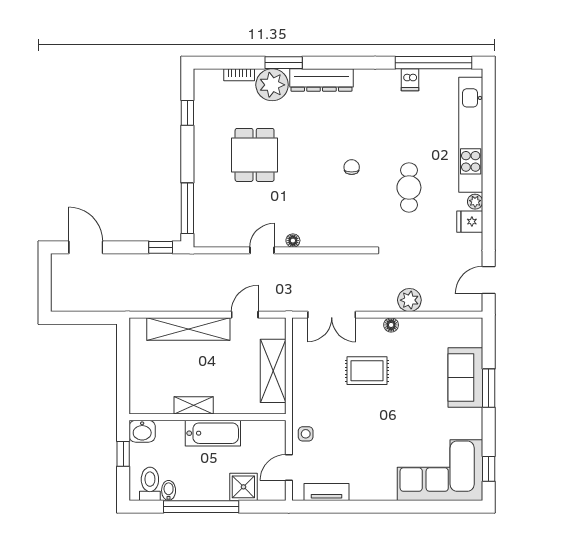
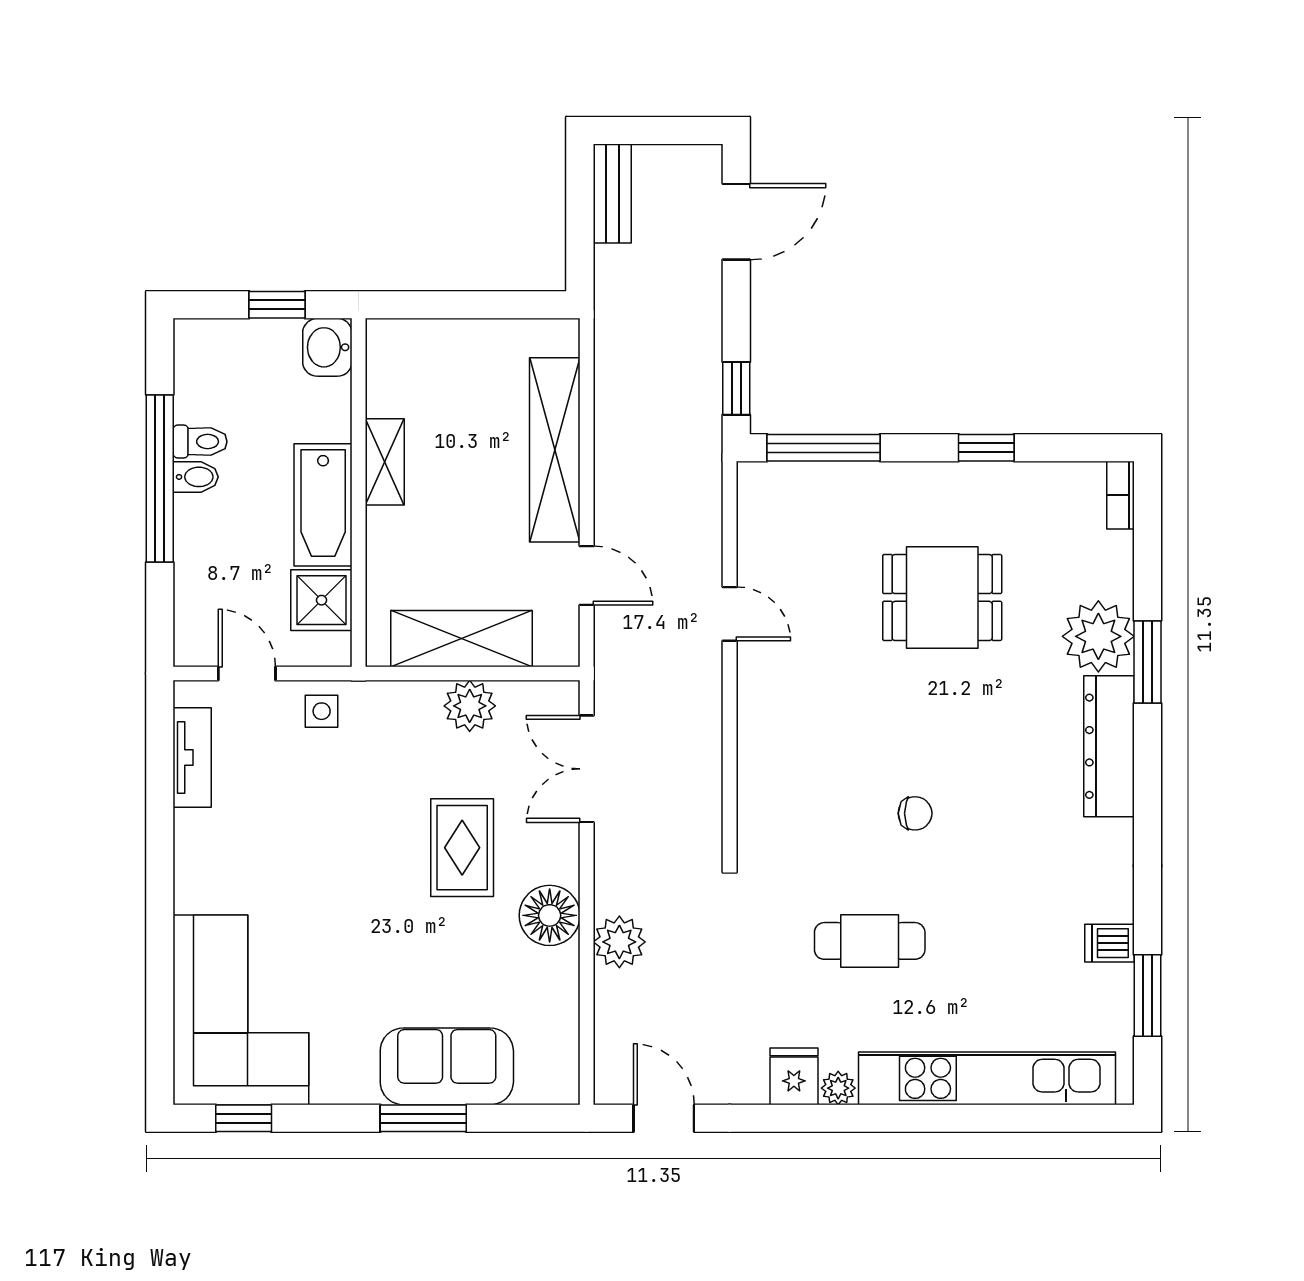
window: (434, 63) -> (1148, 996), width x0.47
bookcase: (239, 75) -> (1121, 495), moved
window: (187, 113) -> (986, 448), moved
floor lamp: (293, 241) -> (752, 683), removed
bench: (73, 303) -> (612, 193), added
floor lamp: (391, 325) -> (550, 915), width x1.89, depth x1.89
plant: (303, 367) -> (470, 706), added
toilet: (150, 484) -> (200, 442), moved, width x0.73, depth x0.72
shower: (243, 487) -> (321, 600), moved
bidet: (169, 490) -> (196, 477), moved

